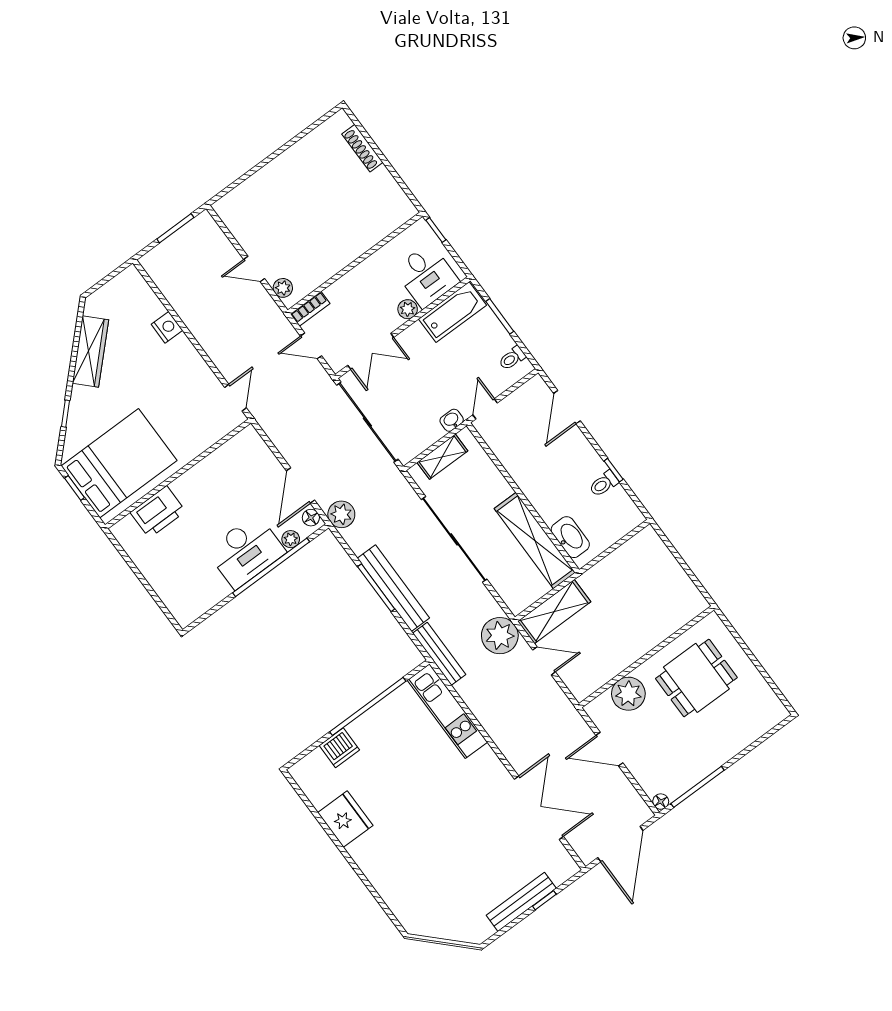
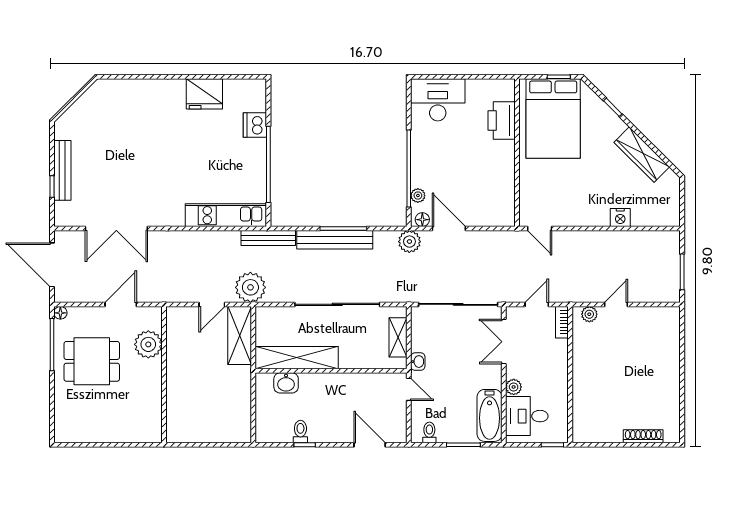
washbasin: (570, 537) -> (286, 383), width x0.72
desk: (246, 551) -> (438, 100), moved, turned 90
dining table: (696, 678) -> (92, 361), moved, turned 90

